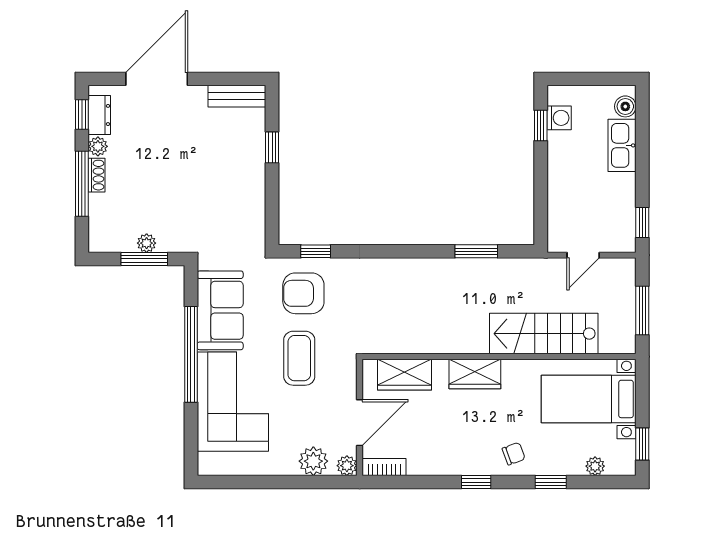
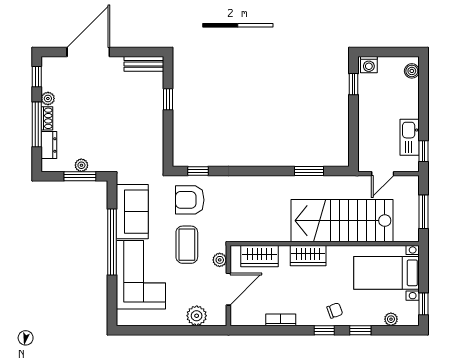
dresser: (99, 115) -> (49, 145), moved
washing machine: (559, 118) -> (369, 65), moved, turned 90
kitchen sink: (622, 145) -> (410, 137), moved
stairs: (544, 334) -> (342, 221), width x1.36, depth x1.51
plant: (347, 466) -> (220, 260), moved
bookcase: (384, 467) -> (281, 320), moved
window: (476, 482) -> (324, 330), moved

